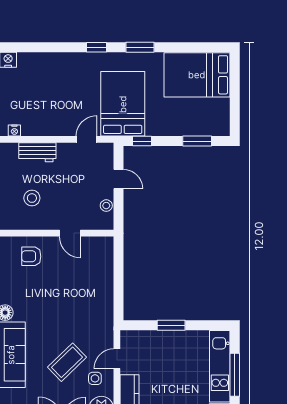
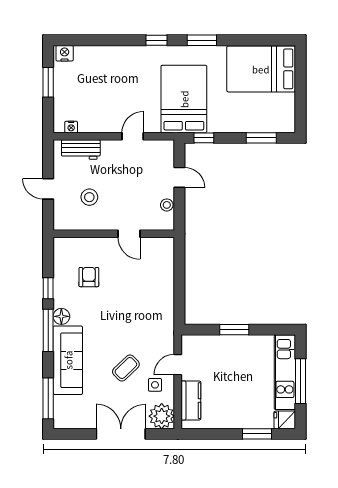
door: (86, 139) -> (133, 136), moved
workbench: (37, 152) -> (81, 149), moved
armchair: (31, 256) -> (89, 277), moved, turned 90
coffee table: (67, 362) -> (126, 368), width x0.73, depth x0.77

